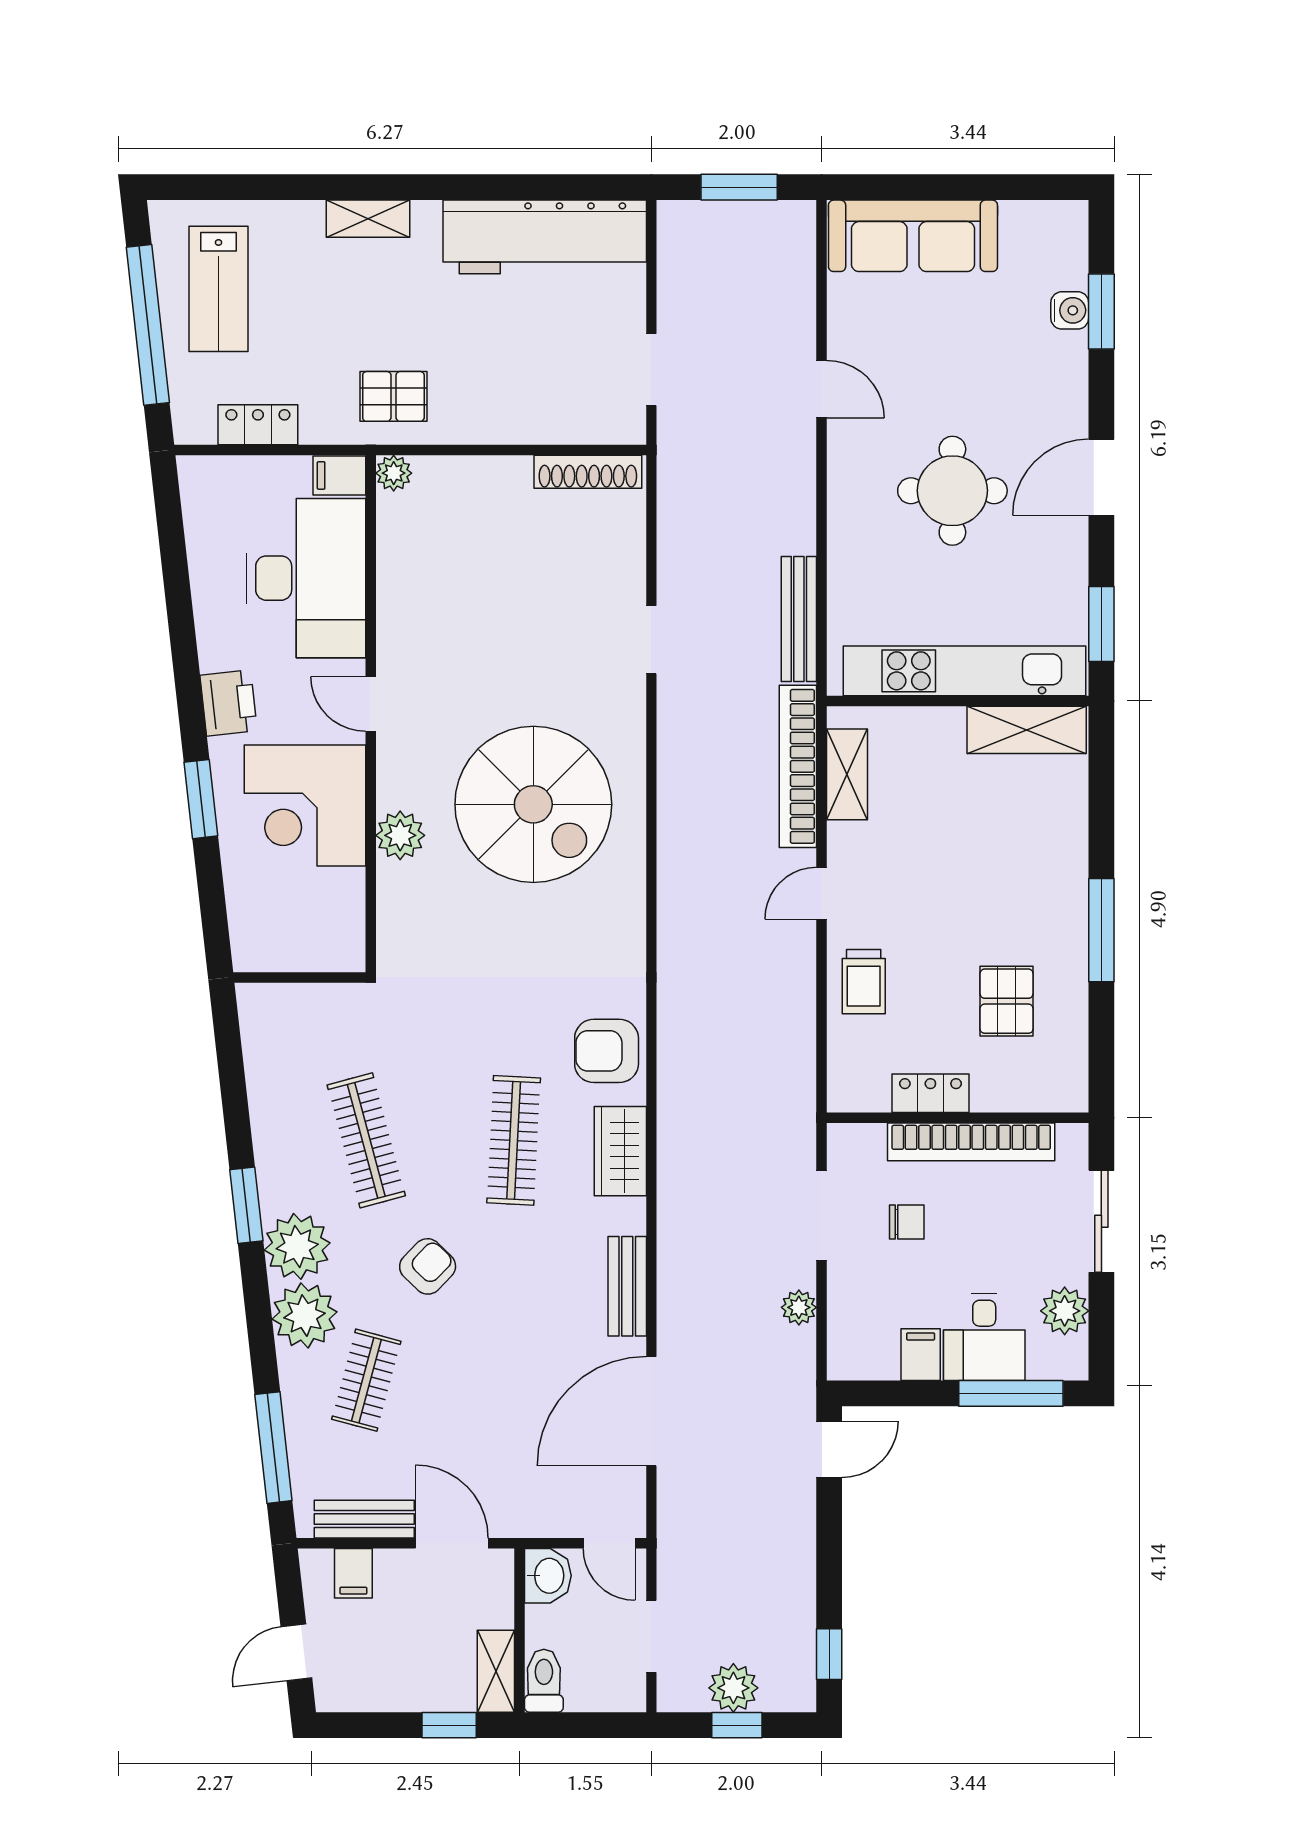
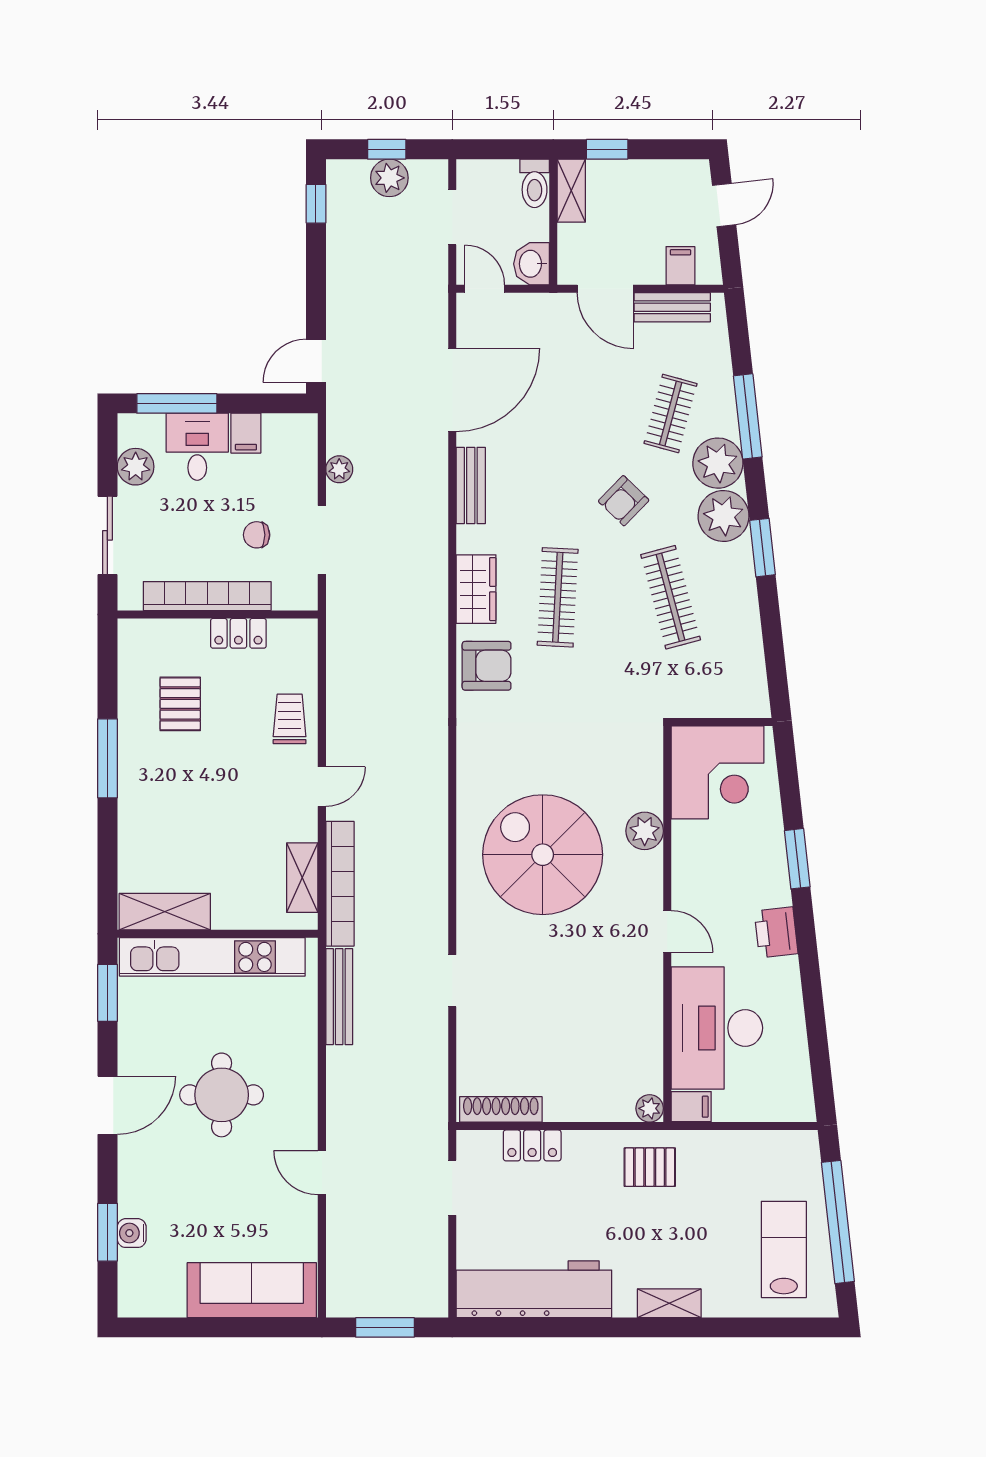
locker: (258, 425) -> (532, 1145), moved
corner desk: (305, 806) -> (718, 772), moved, turned 90
window: (273, 1448) -> (748, 416), moved

